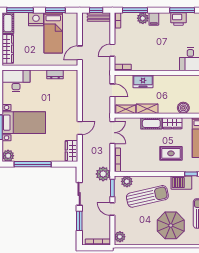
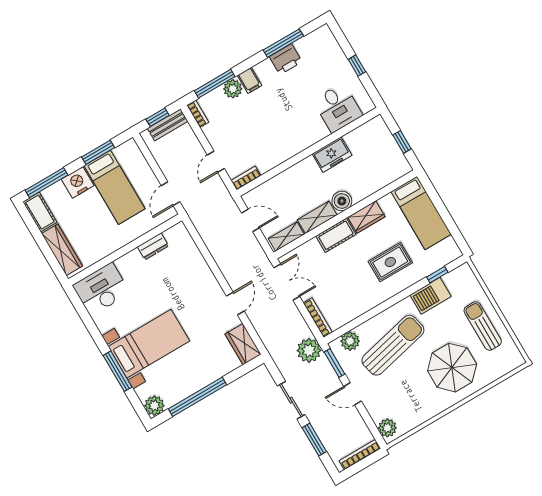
freezer: (143, 81) -> (332, 155), moved
boiler: (183, 108) -> (342, 201), moved

